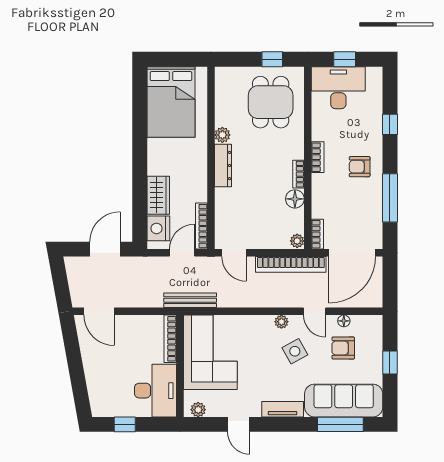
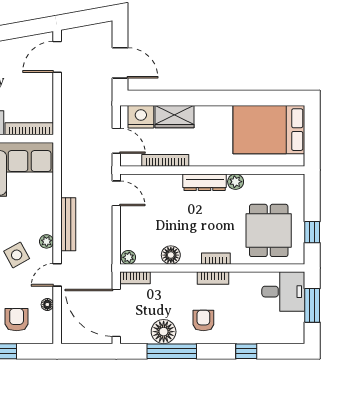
window: (345, 59) -> (312, 305), width x1.50
desk: (338, 88) -> (283, 292), width x0.73
dining table: (271, 102) -> (269, 230), turned 90
bookcase: (299, 174) -> (216, 259), moved
floor lamp: (371, 206) -> (164, 332), added
bookcase: (201, 226) -> (165, 160), moved
door: (234, 253) -> (116, 193), swing flipped
bookcase: (291, 264) -> (104, 251), removed
bench: (190, 300) -> (68, 224), moved
armchair: (343, 348) -> (17, 320), moved

